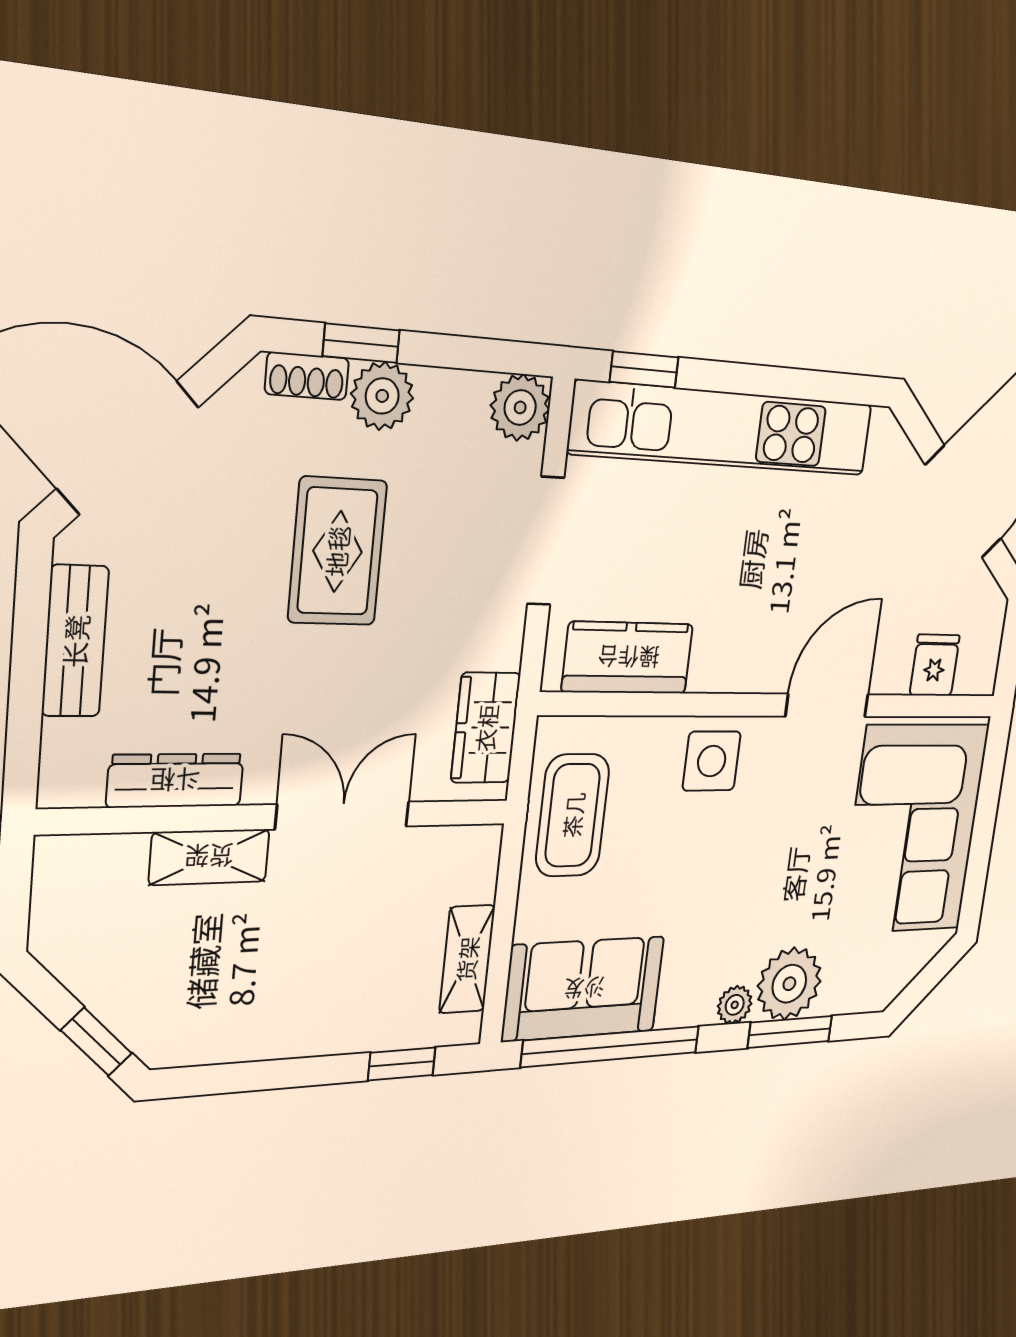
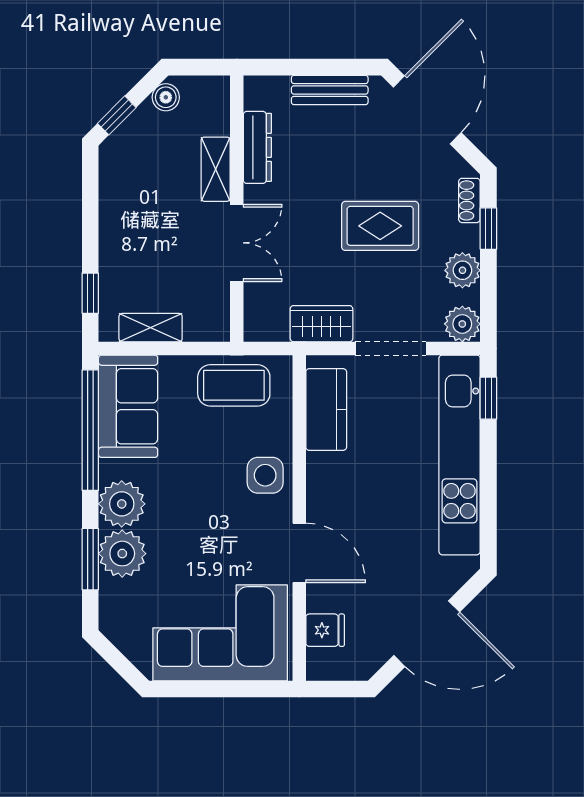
plant: (382, 396) -> (462, 270), moved
wardrobe: (486, 728) -> (321, 324), moved
boiler: (68, 954) -> (166, 97), added
plant: (735, 1005) -> (122, 504), width x1.88, depth x1.88

